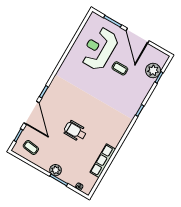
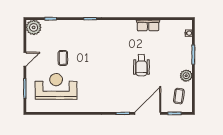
door: (137, 36) -> (25, 59), width x0.53
reception desk: (99, 49) -> (56, 86), turned 180
plant: (153, 71) -> (34, 27), moved
row of seats: (103, 161) -> (148, 25), width x0.68
plant: (56, 170) -> (186, 76), moved

